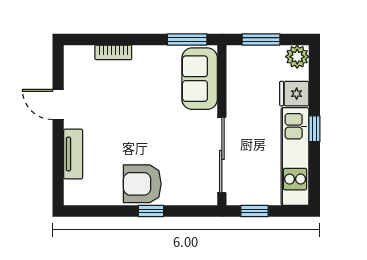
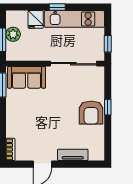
bookcase: (113, 52) -> (10, 149), moved
plant: (297, 57) -> (13, 34), moved

